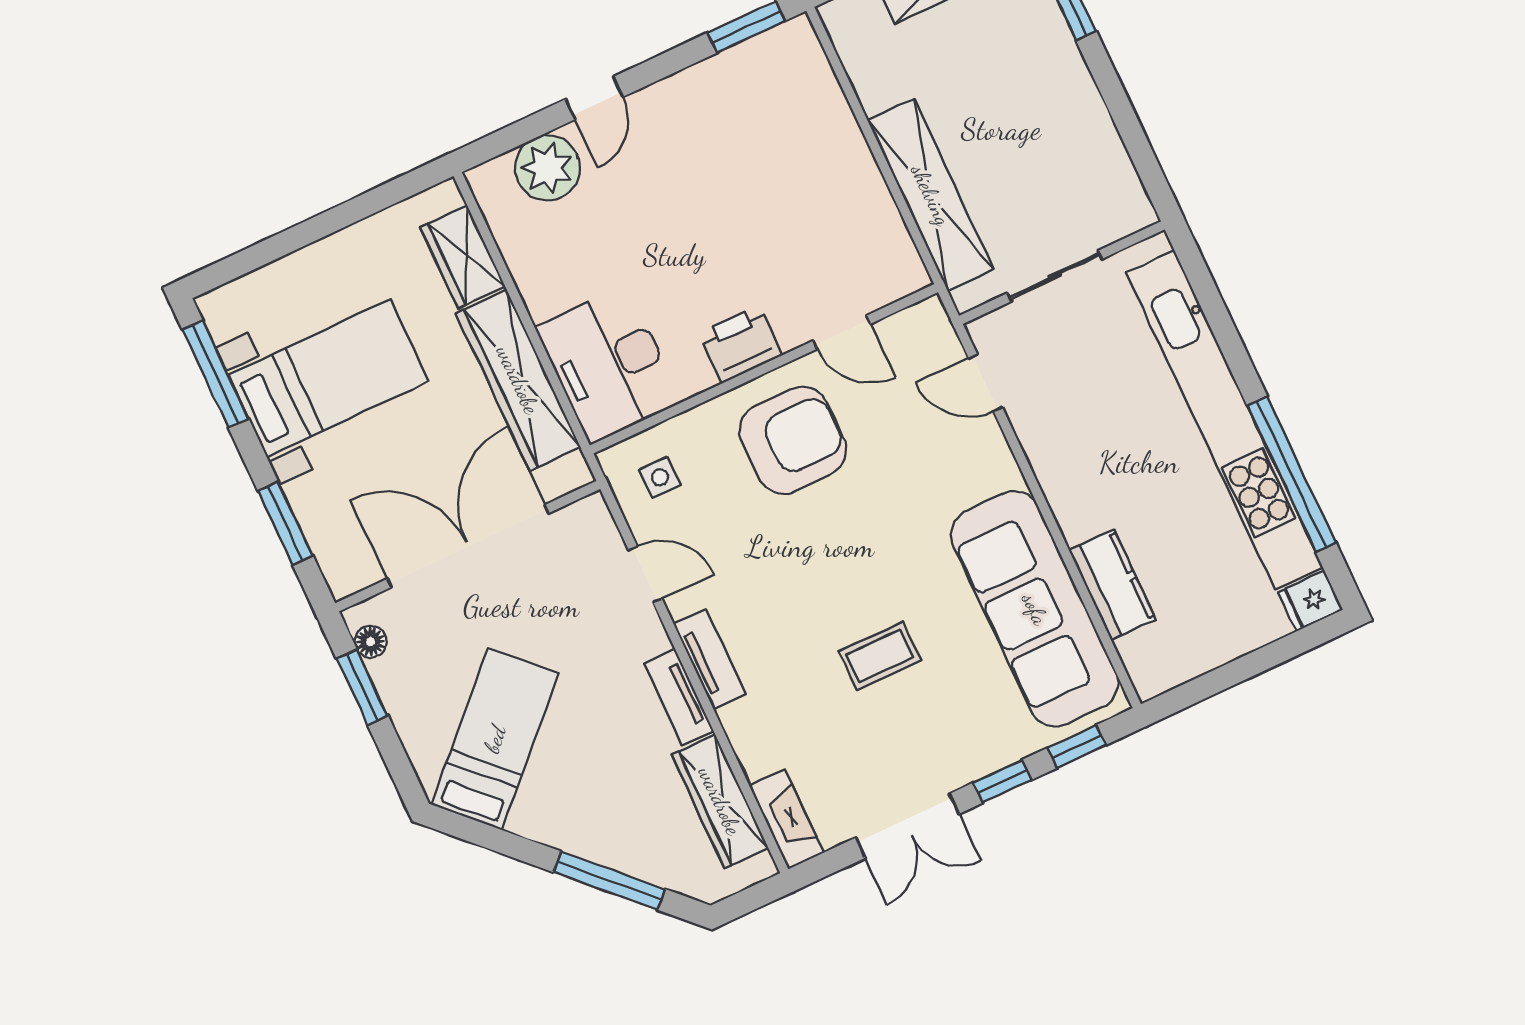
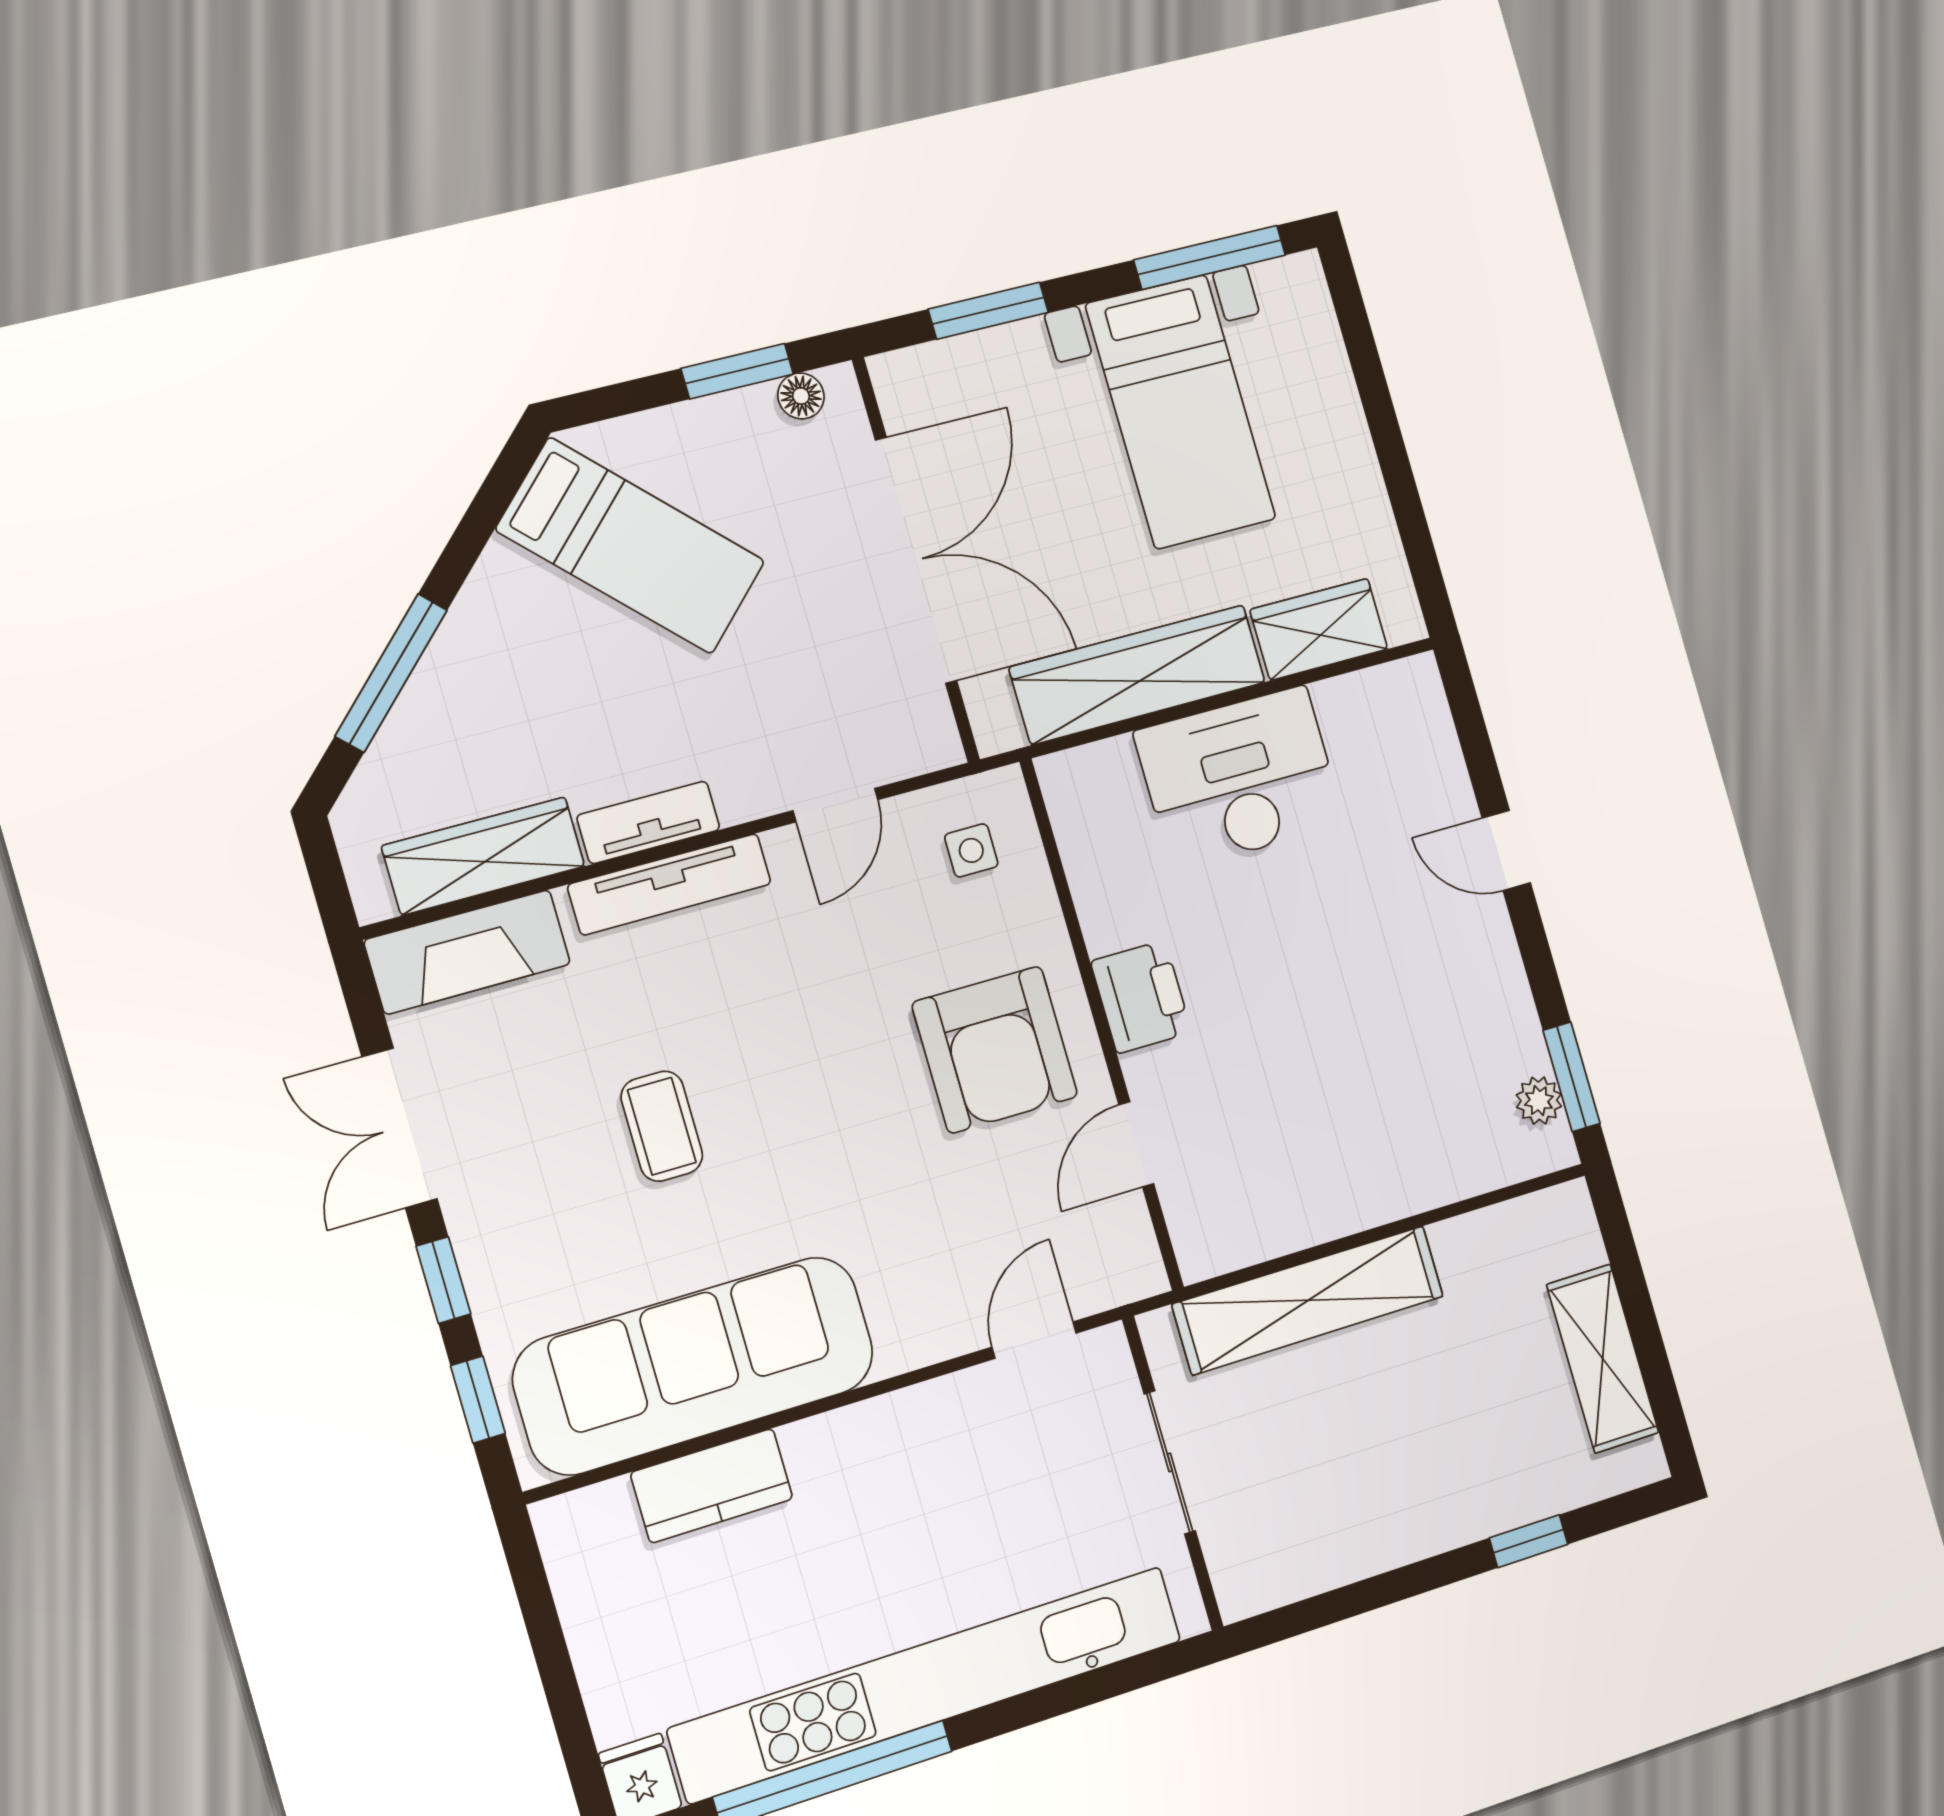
plant: (547, 168) -> (1539, 1101), moved, width x0.53, depth x0.53
desk: (608, 365) -> (1239, 778), moved
tv unit: (710, 659) -> (670, 884), width x1.41
fireplace: (787, 819) -> (467, 952), width x1.37, depth x1.32

